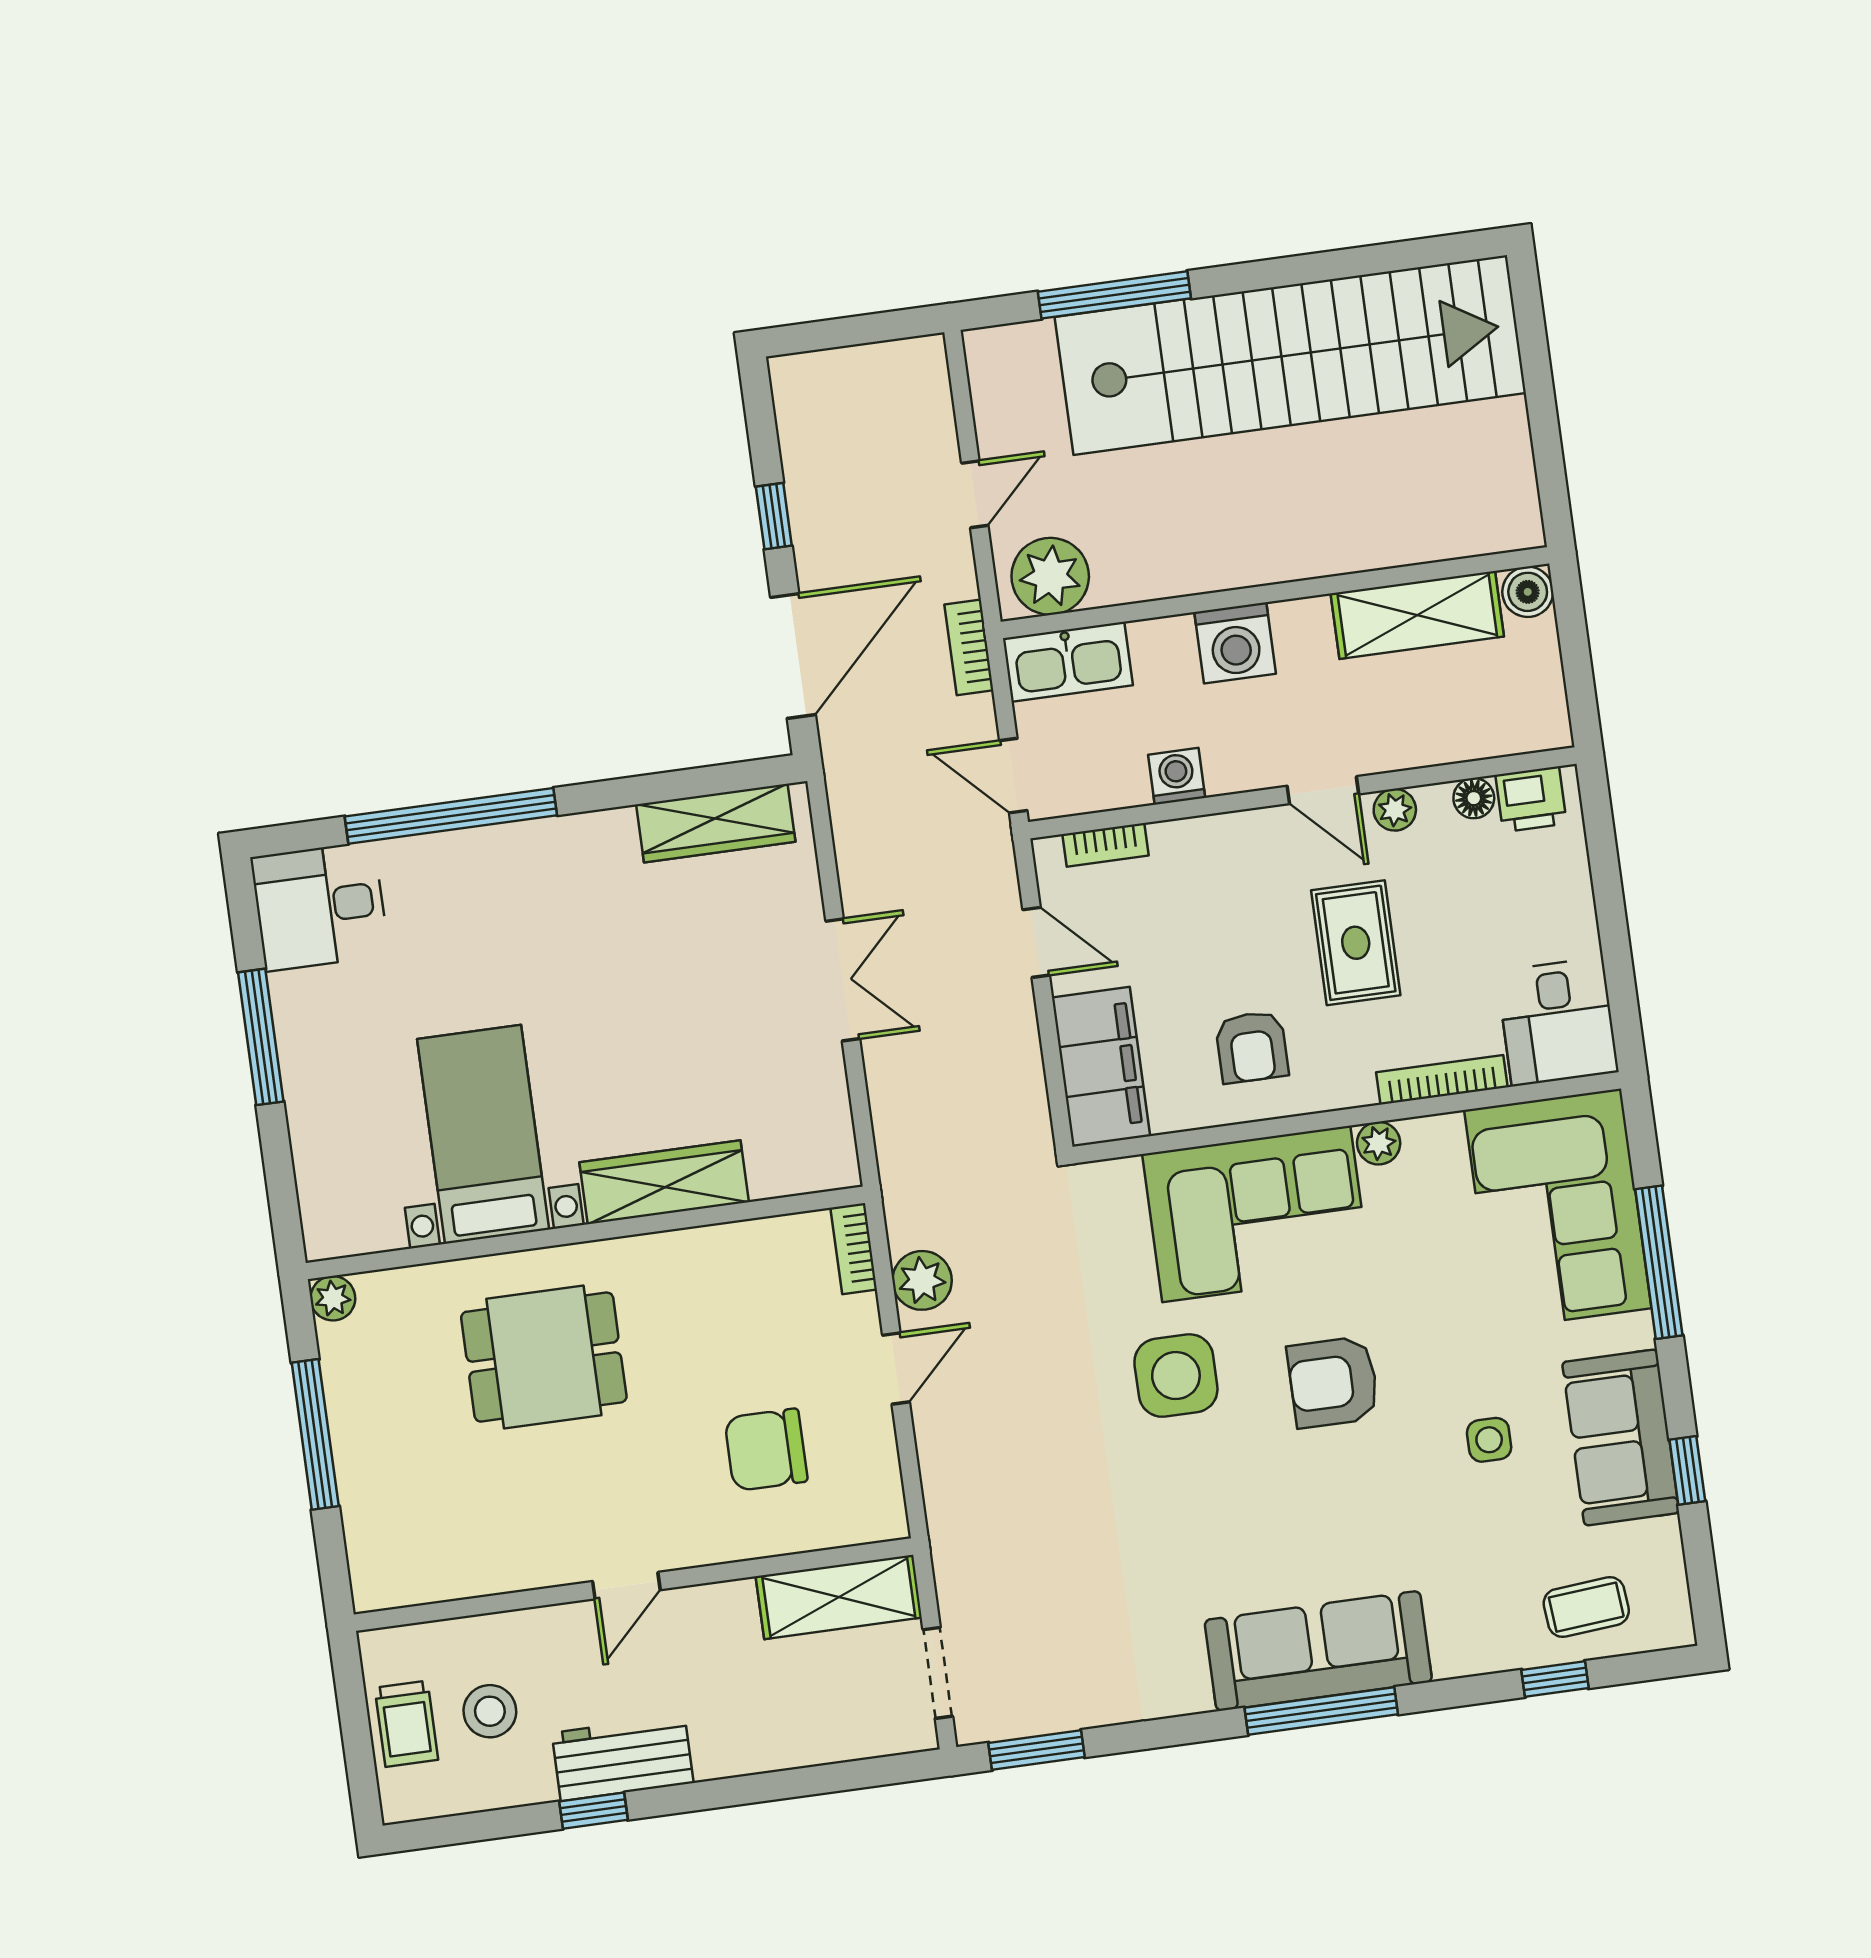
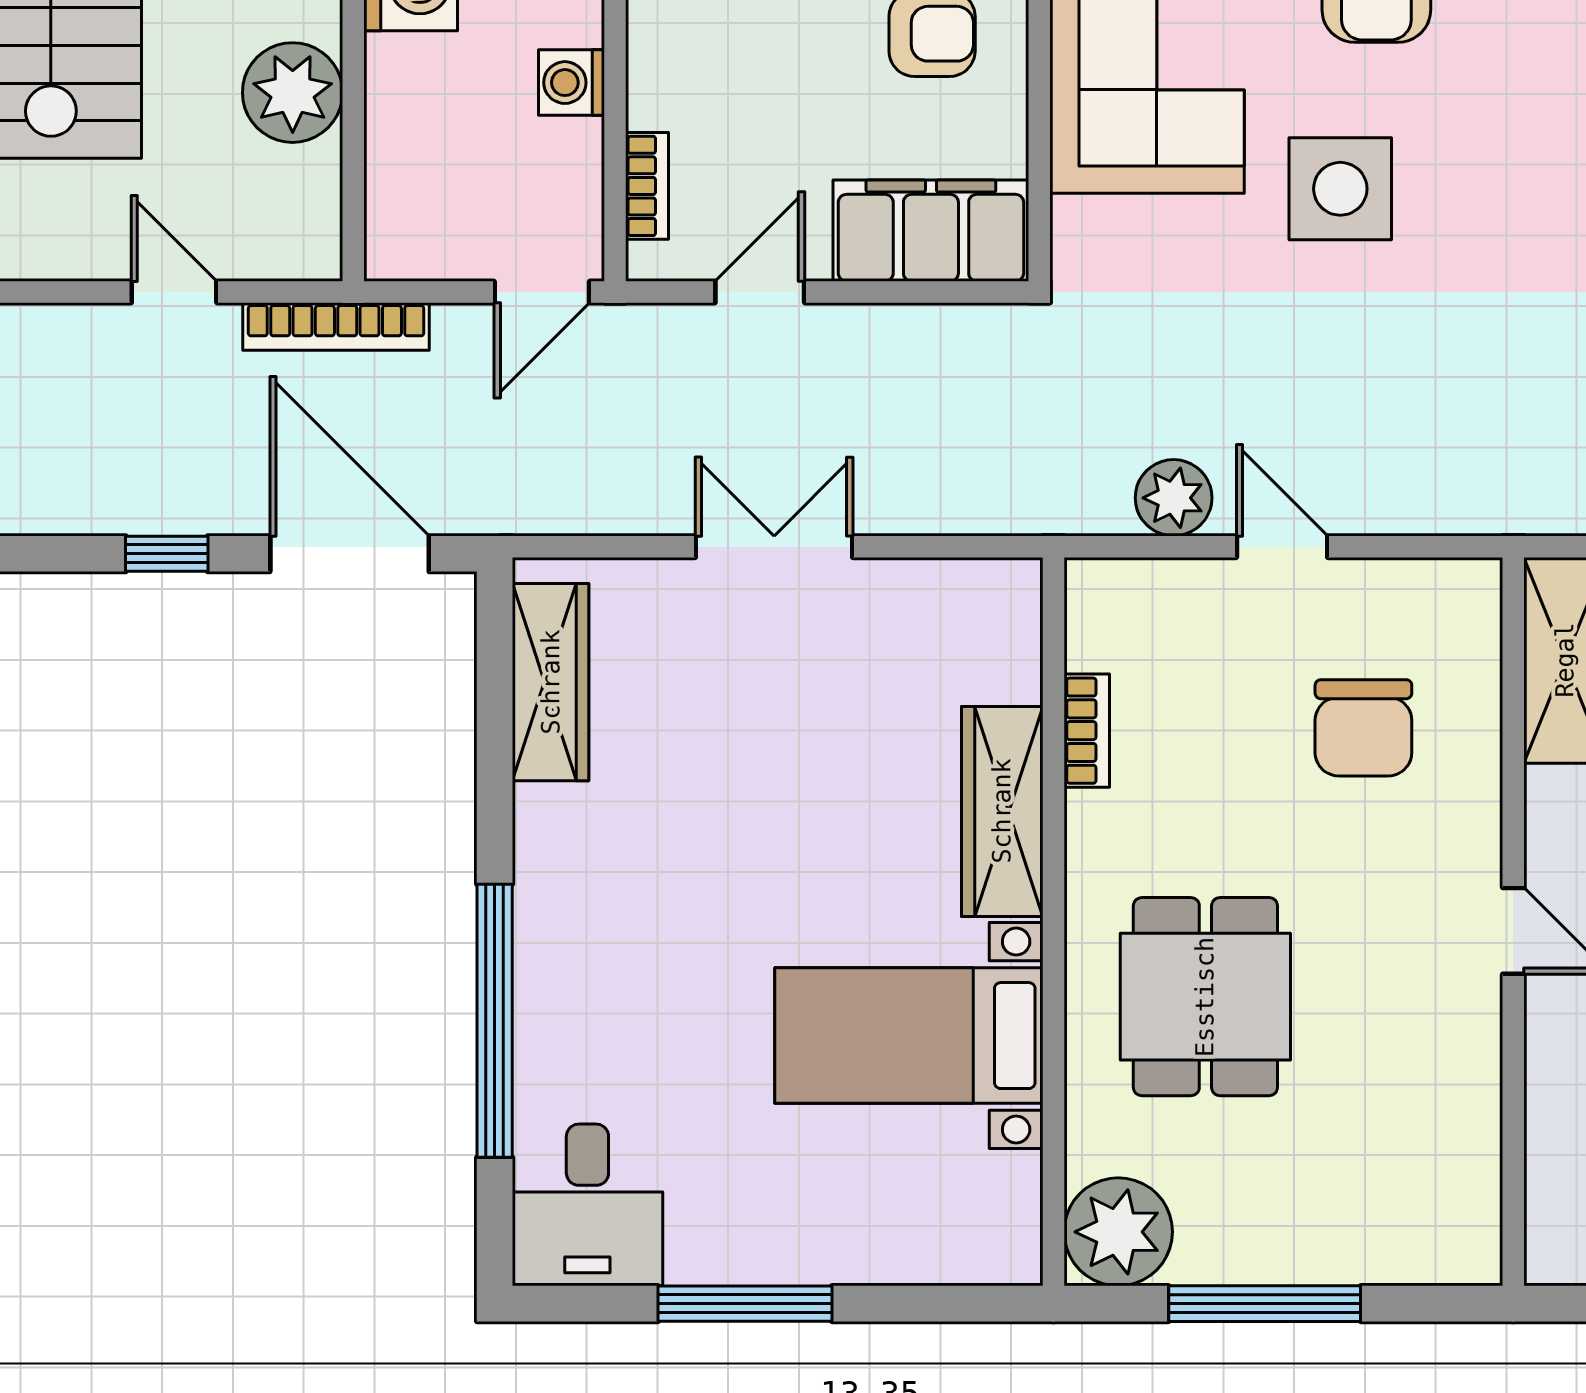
plant: (1050, 576) -> (293, 93), moved
bookcase: (969, 647) -> (336, 326), width x1.56
kitchen sink: (1068, 662) -> (405, 202), removed
bookcase: (854, 1249) -> (1087, 731), moved, turned -90
plant: (333, 1298) -> (1118, 1232), width x1.88, depth x1.88

